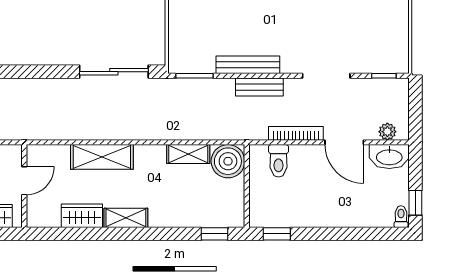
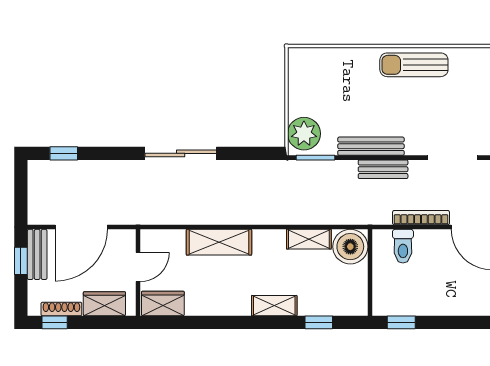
plant: (184, 53) -> (304, 134), added
sliding door: (114, 72) -> (181, 153), moved
wardrobe: (82, 216) -> (163, 303), moved
shelving: (126, 218) -> (274, 306), moved
window: (214, 234) -> (319, 322), moved

